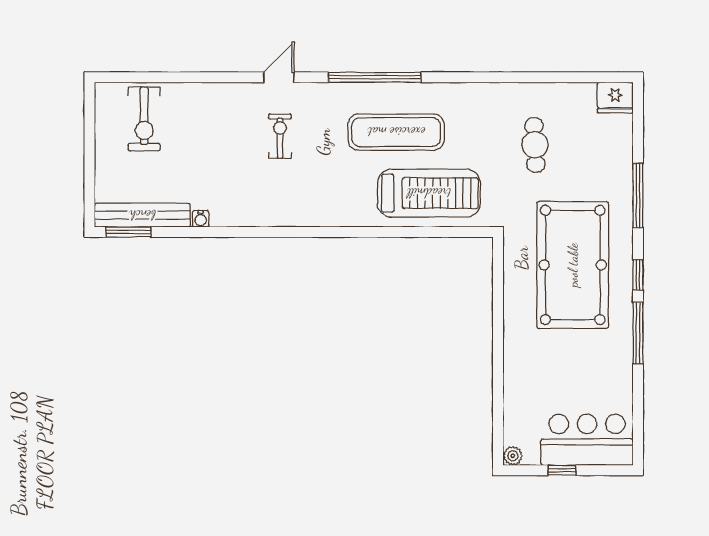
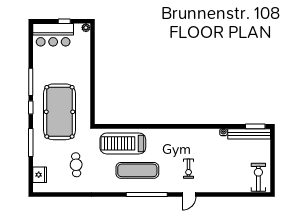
fridge: (615, 98) -> (40, 175), moved, turned 90
exercise bike: (144, 119) -> (258, 177), moved

